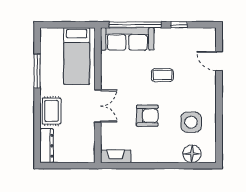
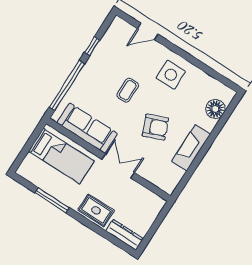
sofa: (127, 39) -> (87, 128), moved, turned -90
armchair: (147, 116) -> (155, 127), turned 68
side table: (191, 122) -> (171, 75), moved
fireplace: (116, 156) -> (191, 148), moved, width x1.37, depth x1.32

